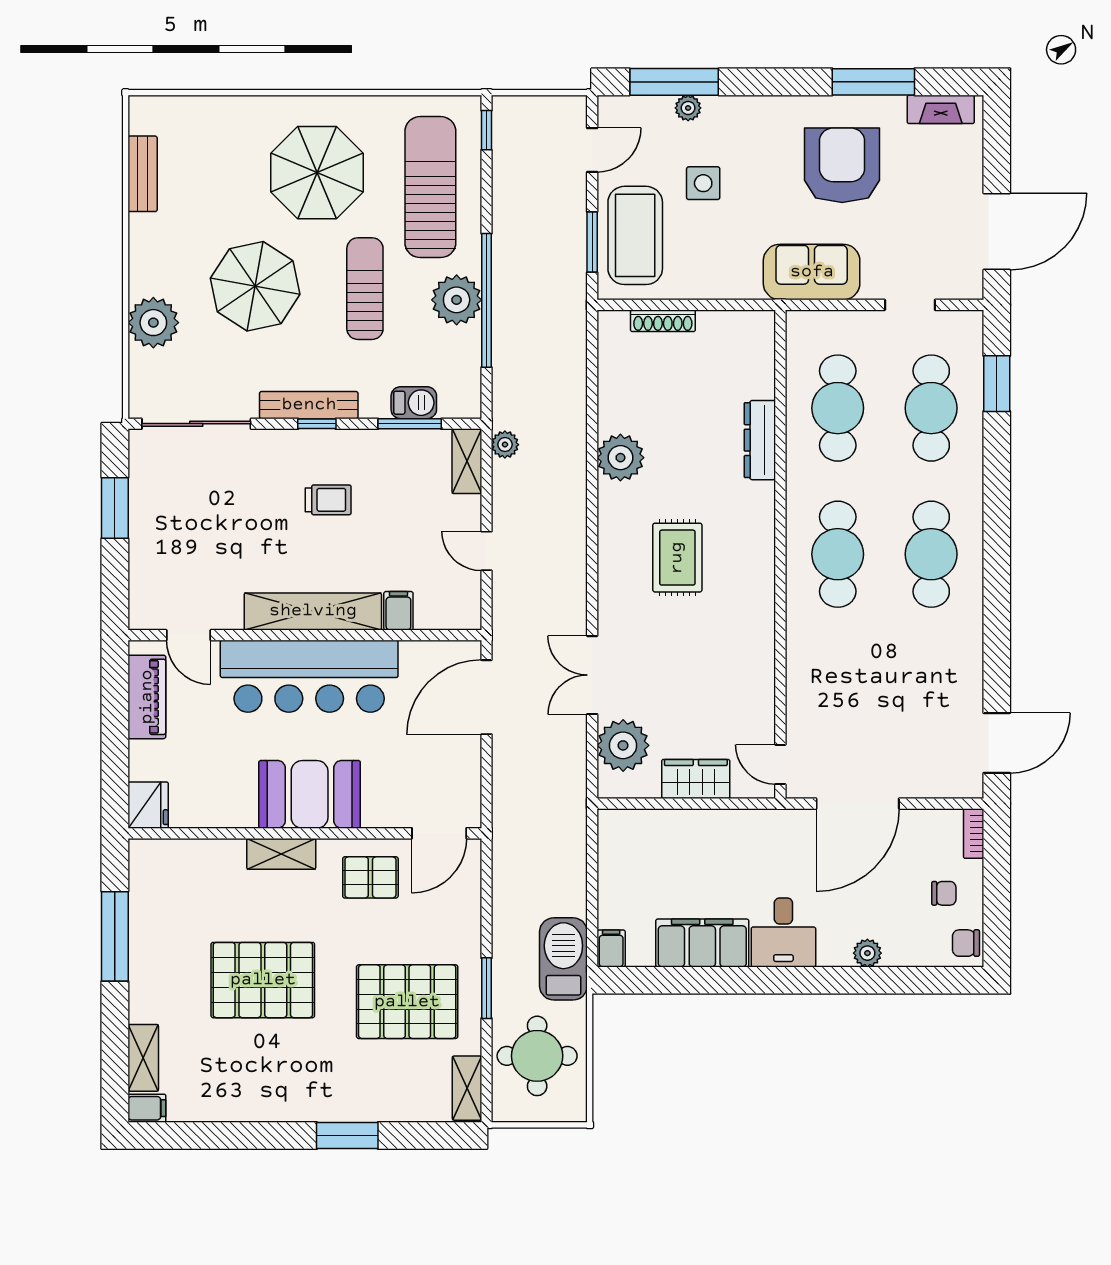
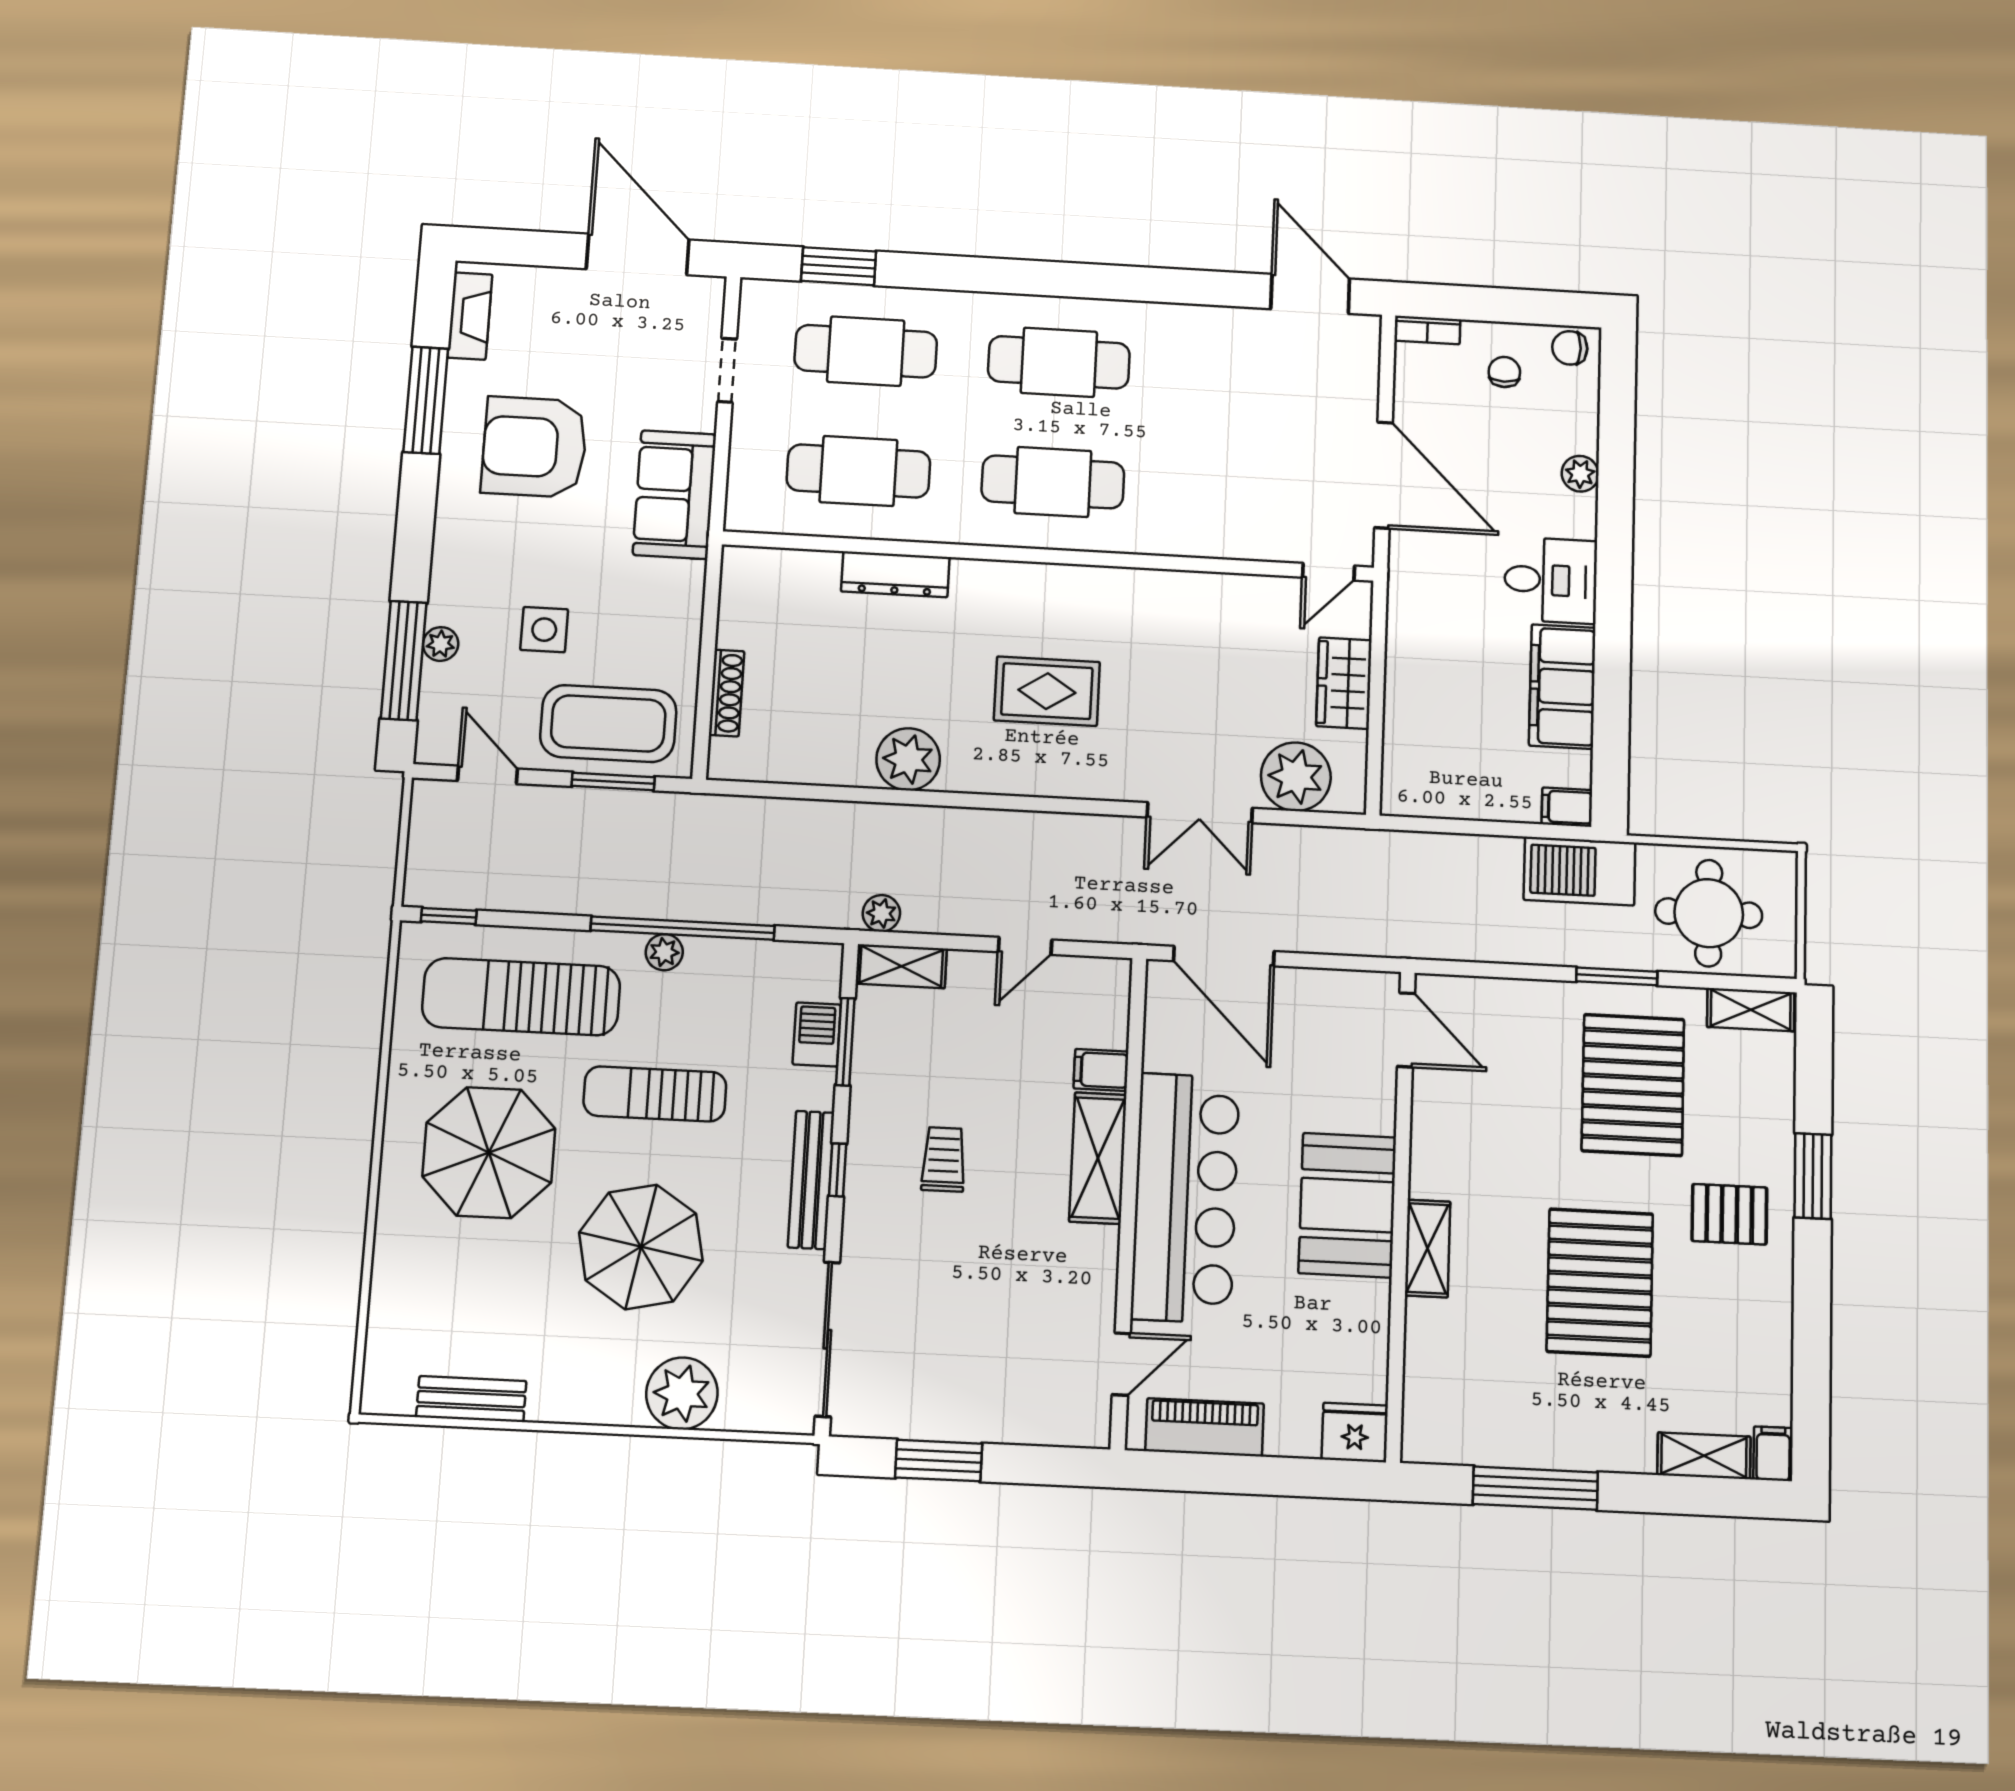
plant: (457, 300) -> (664, 952), width x0.53, depth x0.53
shelving: (313, 611) -> (1098, 1158), width x0.68
pallet: (370, 877) -> (1729, 1214), moved, turned 90
chair: (966, 943) -> (1570, 348), turned 90

